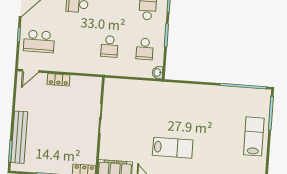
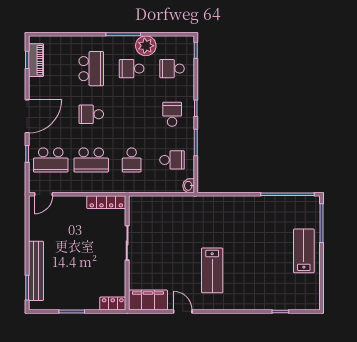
school desk: (74, 44) -> (91, 160), added
school desk: (145, 49) -> (172, 160), turned -90
locker: (59, 80) -> (106, 202), moved, width x1.53
lab bench: (173, 148) -> (212, 270), turned 90

